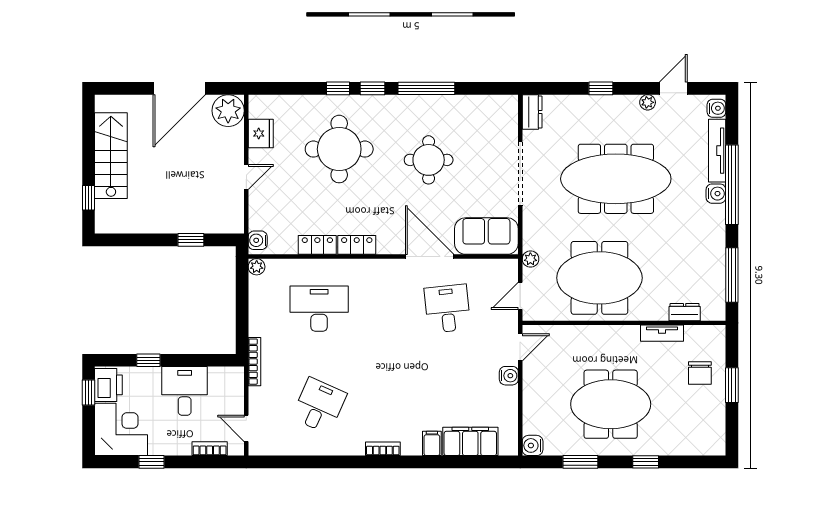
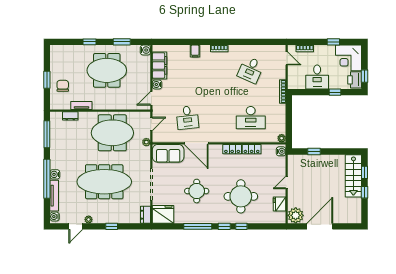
fridge: (497, 113) -> (163, 214), added
stairs: (111, 156) -> (353, 176), moved
window: (89, 158) -> (365, 192), added
filing cabinet: (470, 441) -> (159, 65), moved, turned -90

